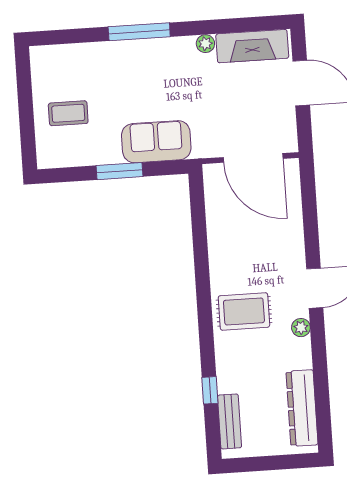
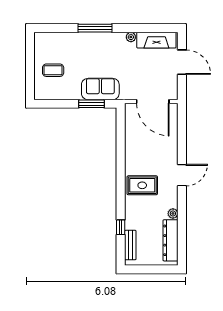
window: (119, 171) -> (92, 104), moved
plant: (301, 328) -> (173, 213), moved

